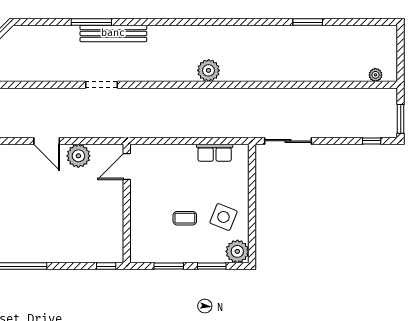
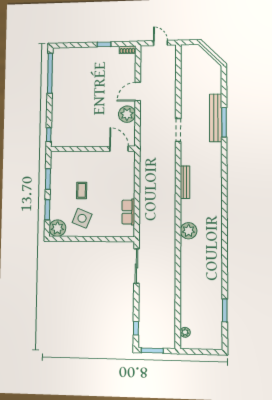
window: (308, 22) -> (225, 310), moved
bench: (113, 33) -> (216, 118), moved
plant: (209, 70) -> (189, 231), moved
bench: (174, 75) -> (185, 182), added

